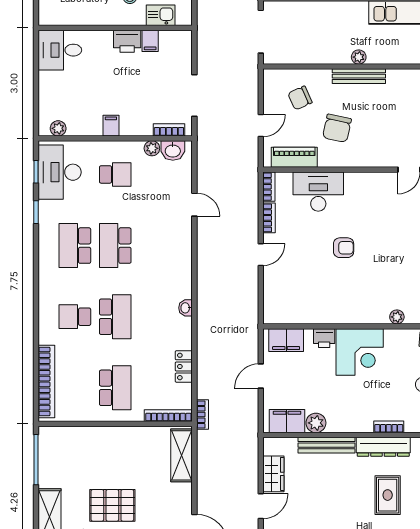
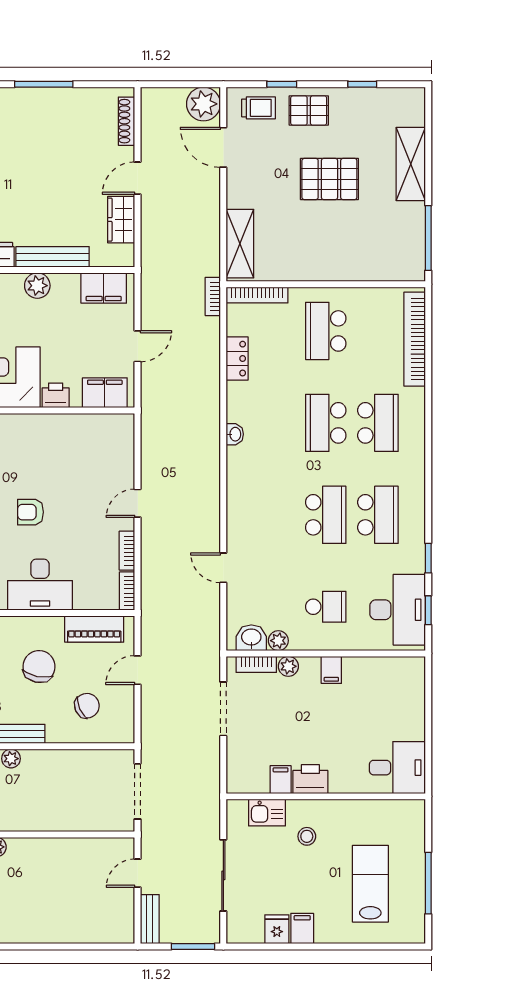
plant: (58, 128) -> (288, 666), moved
school desk: (115, 174) -> (326, 607), turned 180
desk: (318, 192) -> (40, 585), moved
school desk: (75, 317) -> (378, 423), width x1.85
plant: (316, 423) -> (37, 286), moved

